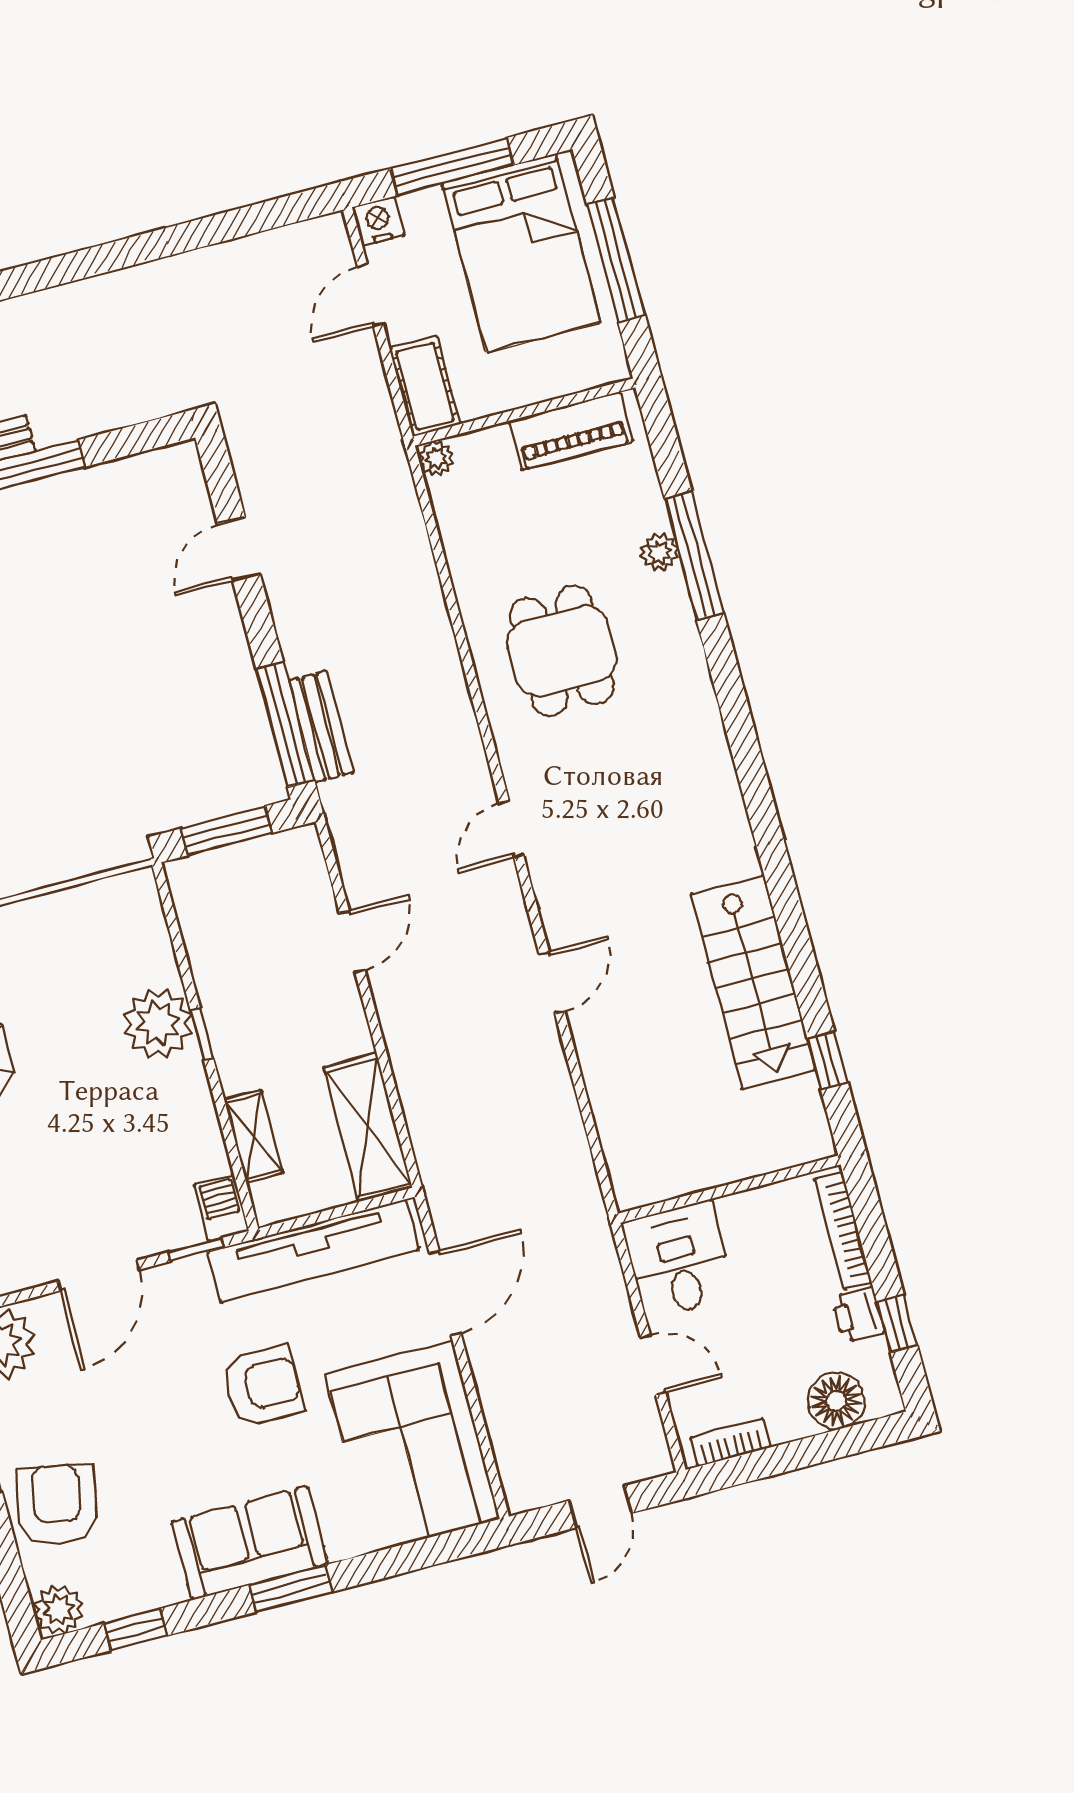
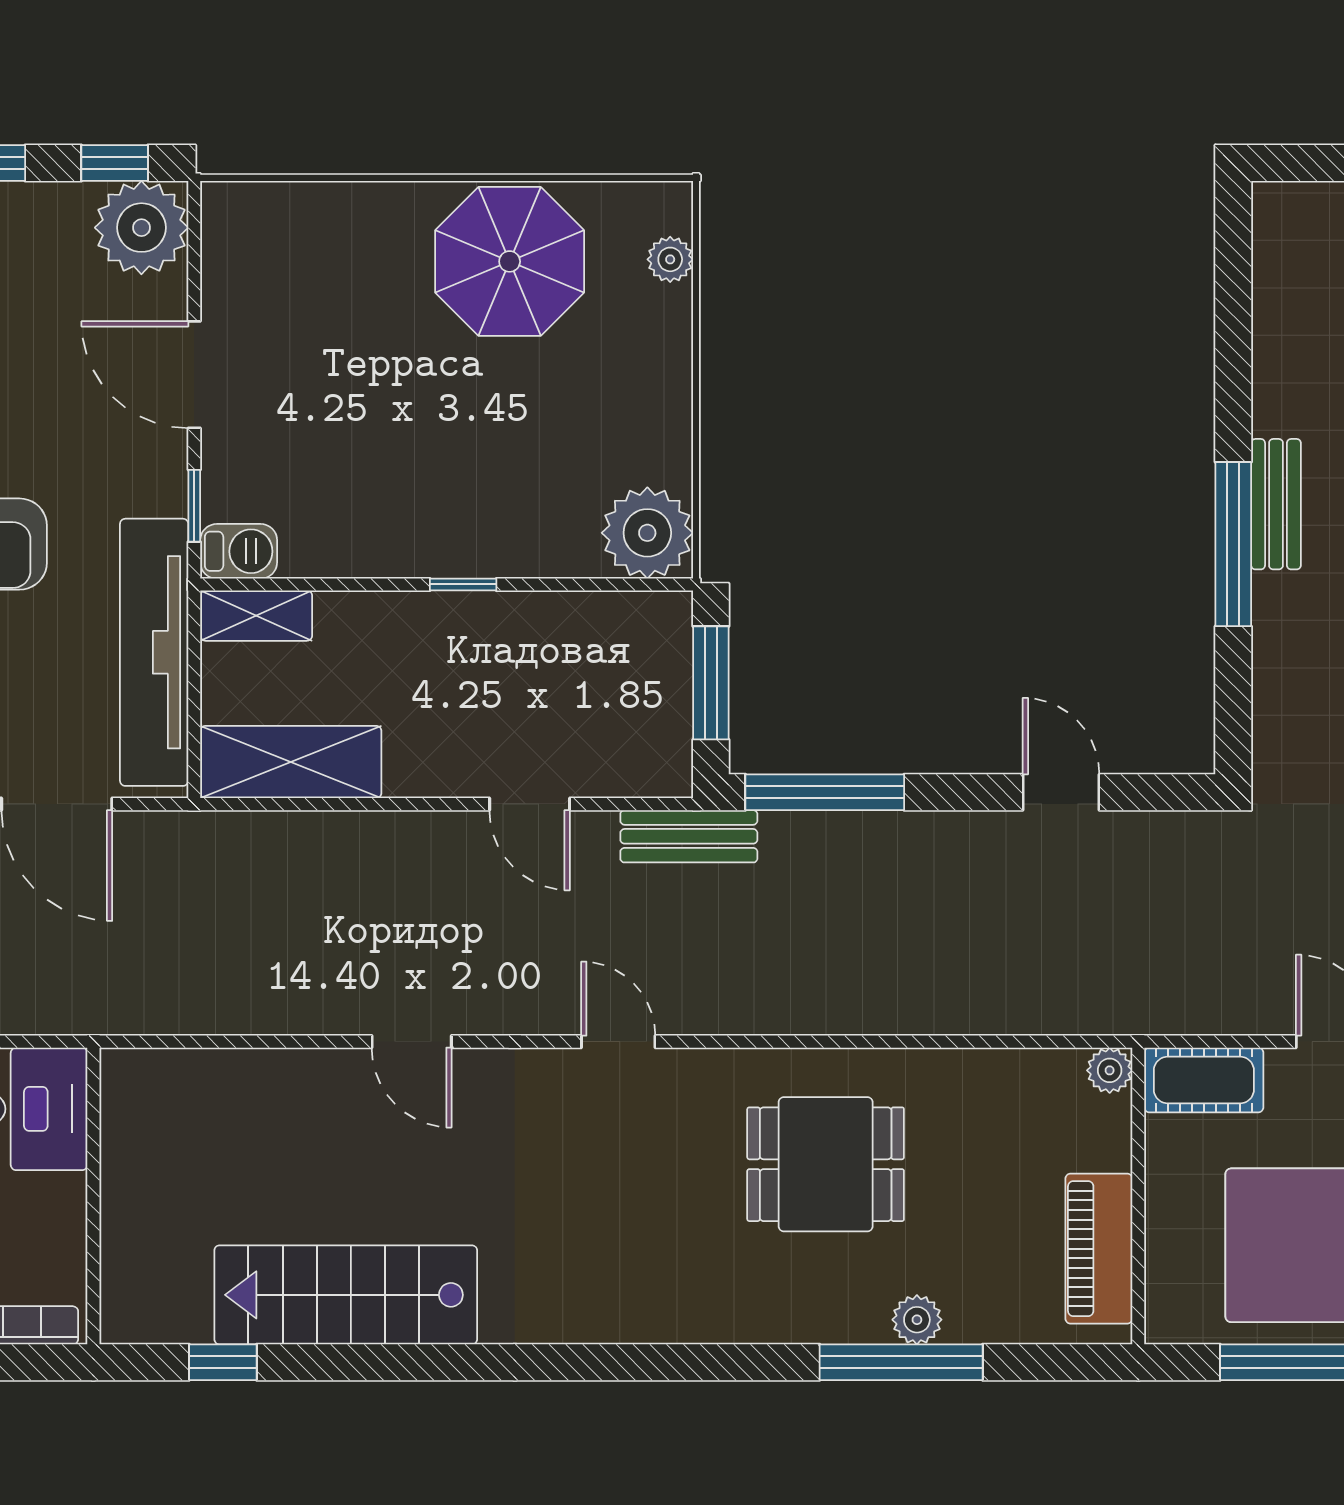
bench: (321, 727) -> (689, 836), moved
plant: (158, 1023) -> (647, 533), moved
shelving: (254, 1136) -> (256, 616), moved

